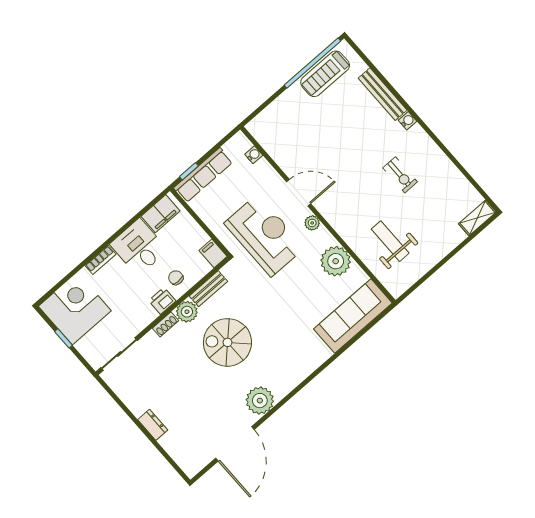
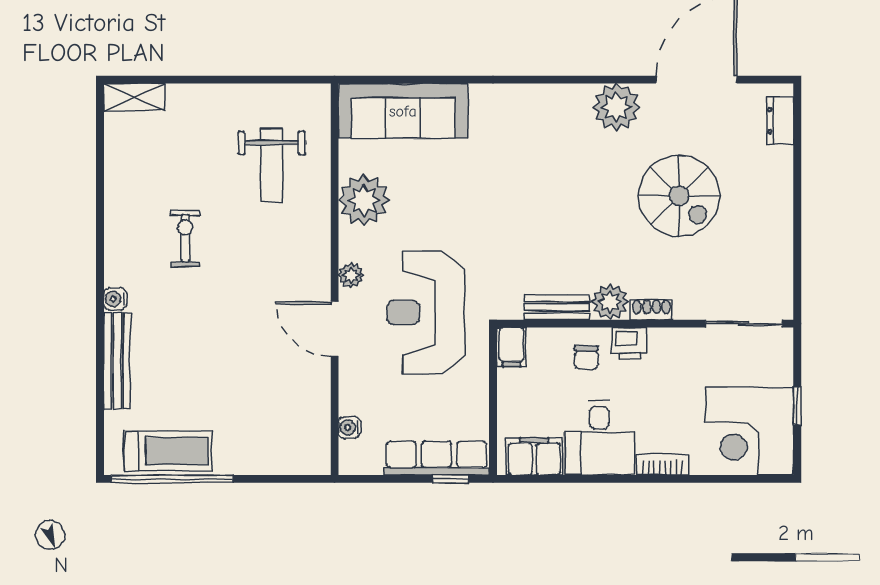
spiral stairs: (227, 342) -> (679, 196), moved
dresser: (153, 425) -> (780, 121), moved

